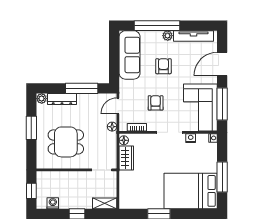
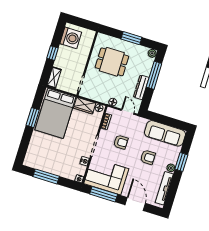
window: (157, 26) -> (181, 162), width x0.47
window: (82, 88) -> (154, 75), moved
dresser: (62, 99) -> (141, 87), moved
dining table: (66, 142) -> (112, 62), turned 90
window: (31, 191) -> (82, 23), removed
bed: (191, 191) -> (55, 113), moved, turned 180
washing machine: (53, 203) -> (71, 38), width x1.89, depth x1.89

